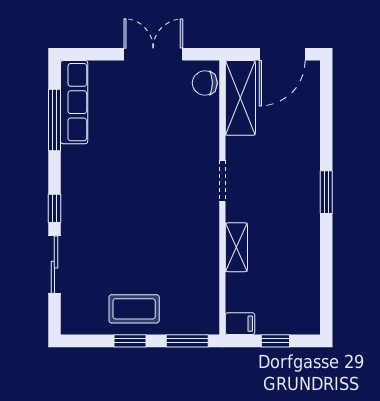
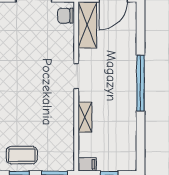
window: (326, 192) -> (141, 83), width x2.11

